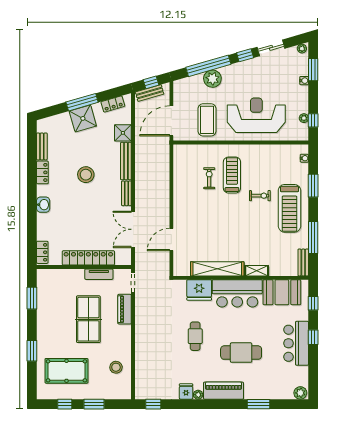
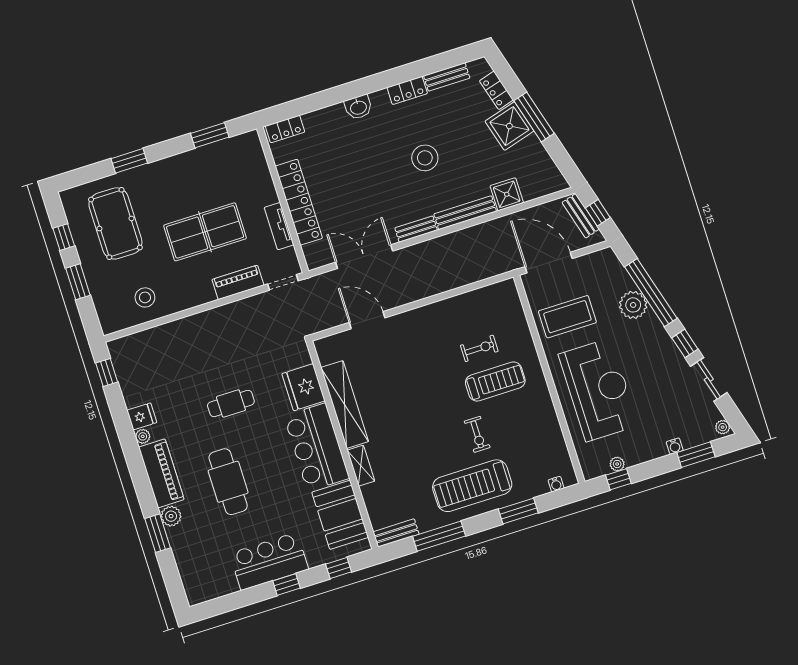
locker: (113, 104) -> (496, 90), moved
plant: (300, 393) -> (171, 516), moved

